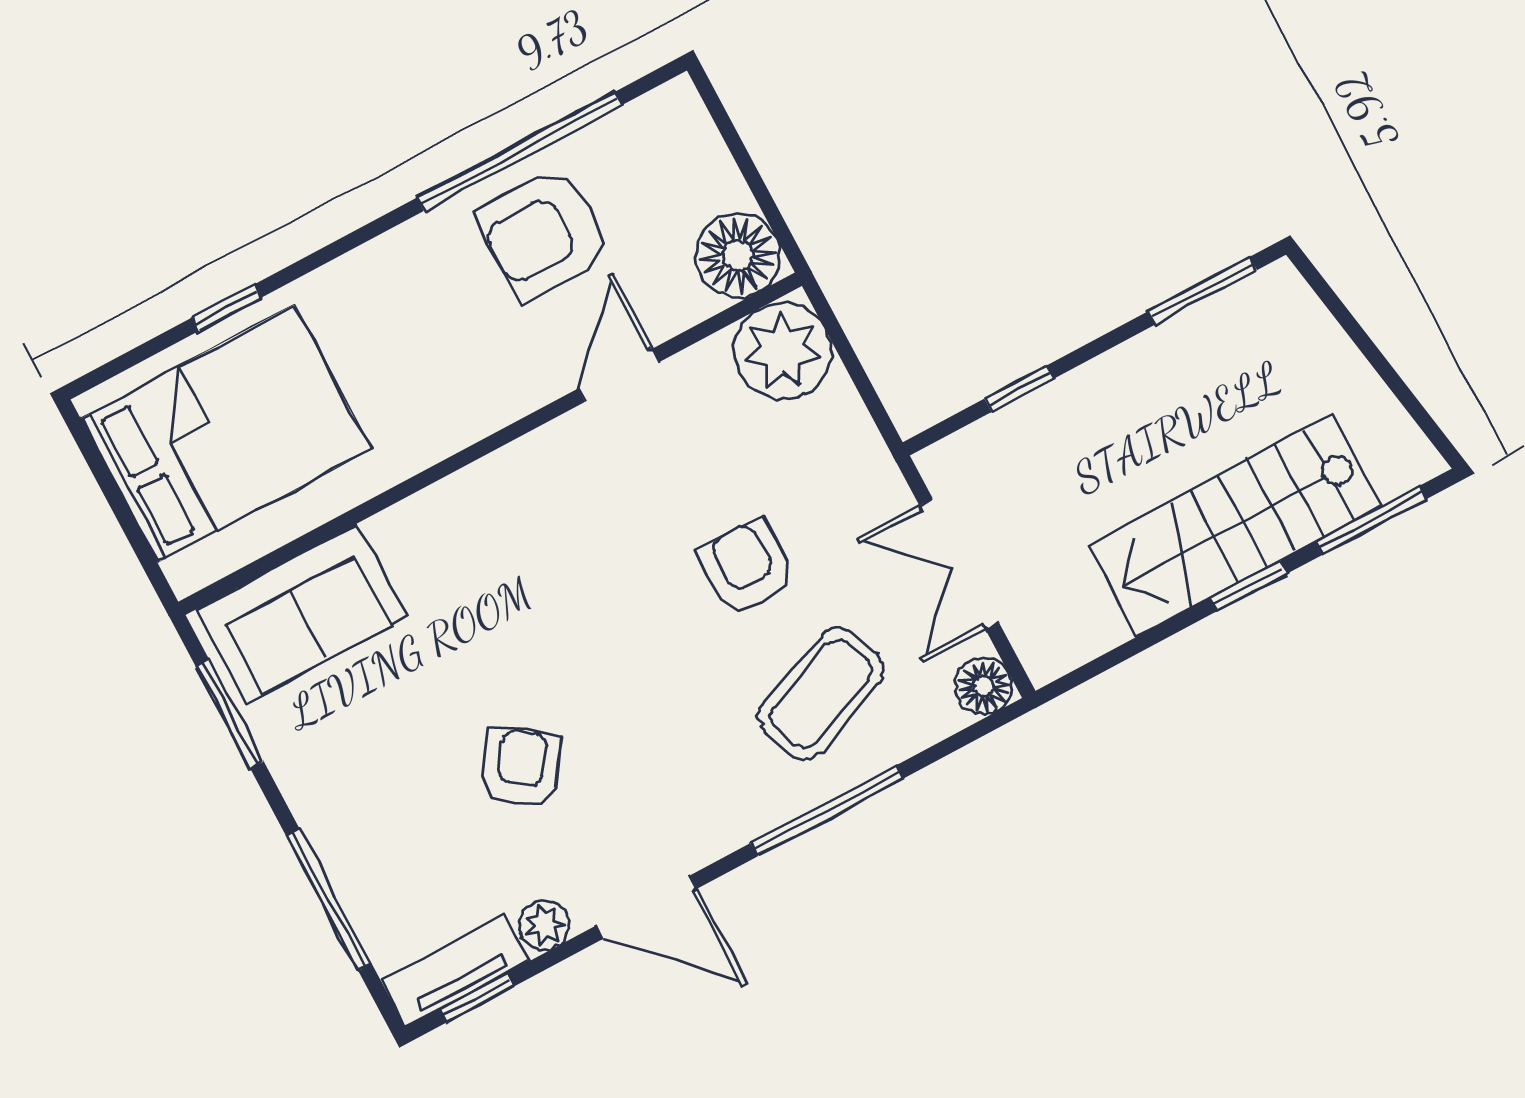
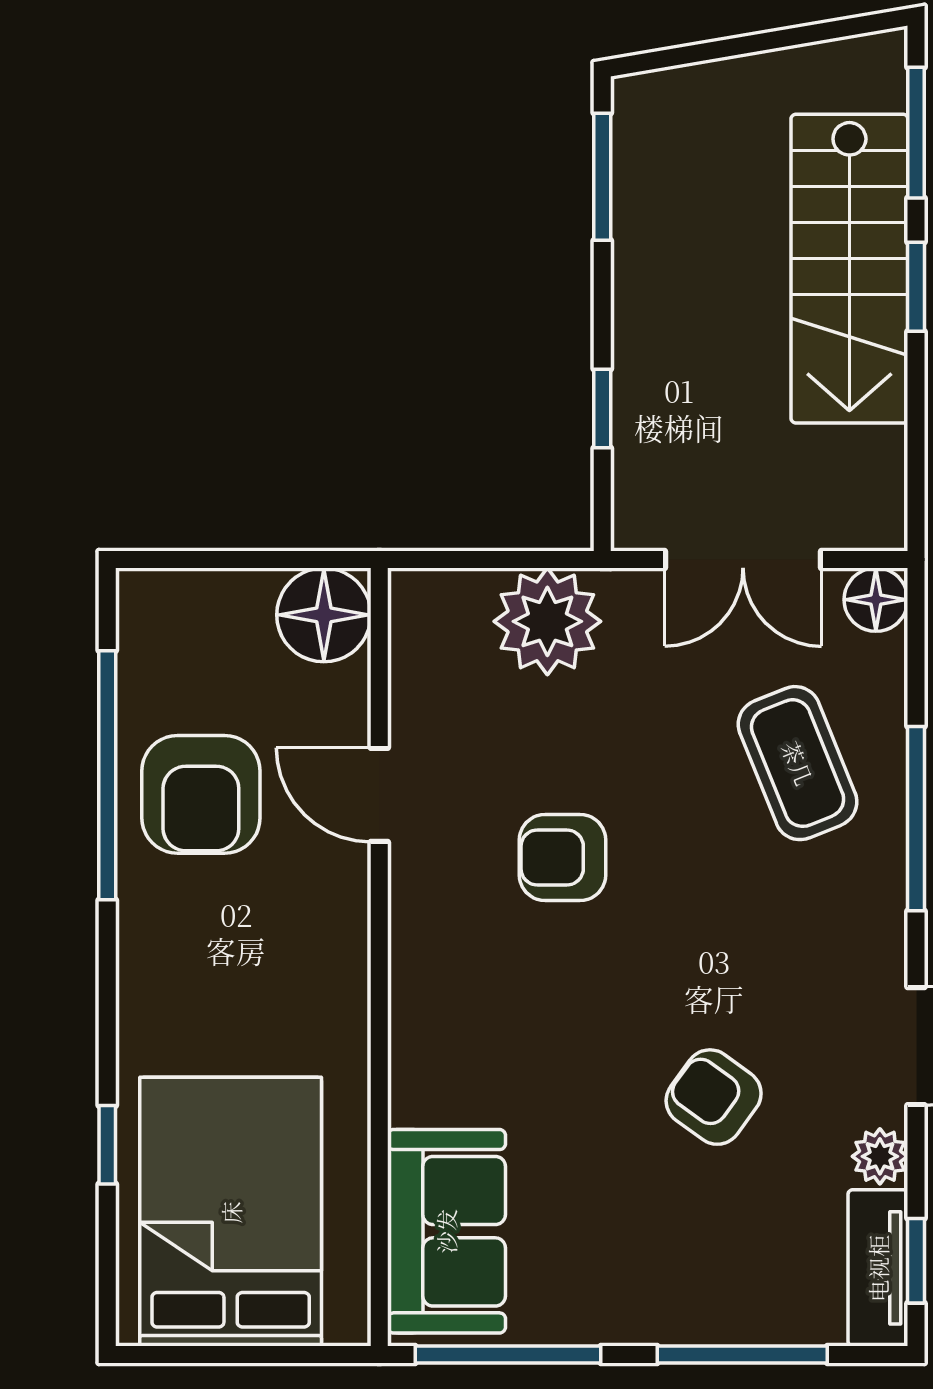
plant: (782, 351) -> (547, 621), moved
armchair: (747, 567) -> (563, 857), moved
window: (230, 714) -> (508, 1354), width x1.44

